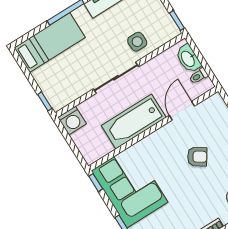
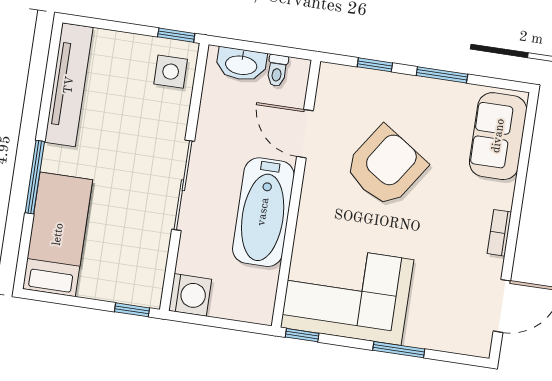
side table: (137, 42) -> (171, 72), moved
armchair: (197, 157) -> (385, 166), width x1.88, depth x1.88

